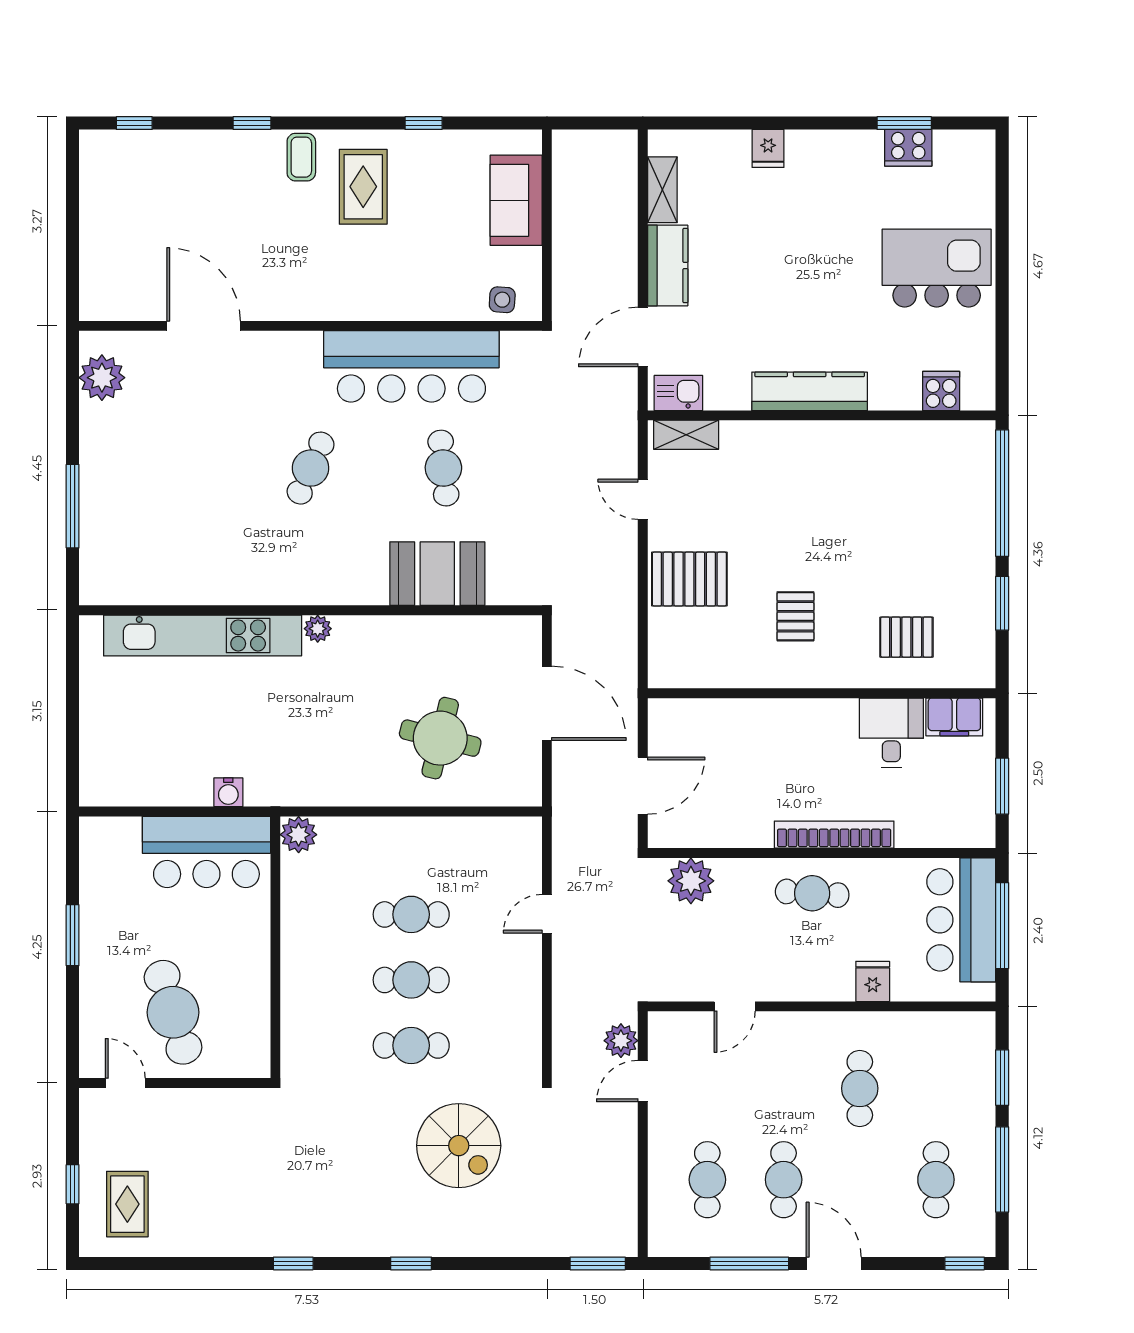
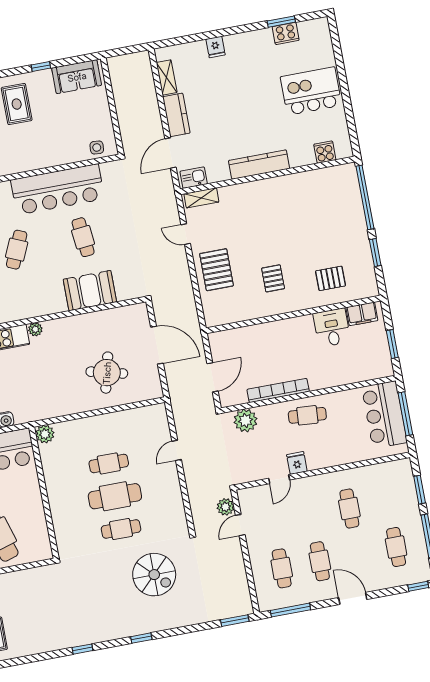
sofa: (516, 200) -> (77, 77), moved, turned -90
pallet: (689, 579) -> (216, 270), turned 90
bookcase: (834, 835) -> (278, 390), moved
cafe table: (411, 980) -> (115, 496), width x1.37, depth x1.35
fridge: (873, 981) -> (297, 463), moved
window: (749, 1263) -> (290, 610), moved

